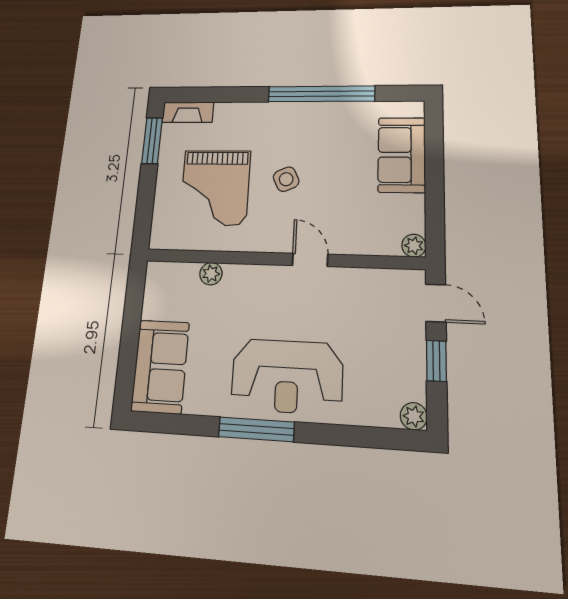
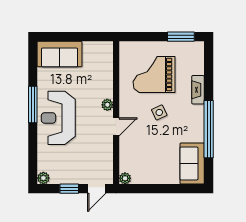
fireplace: (188, 112) -> (198, 90), moved
sofa: (402, 155) -> (192, 163), moved, turned -90
plant: (211, 274) -> (107, 105), moved

